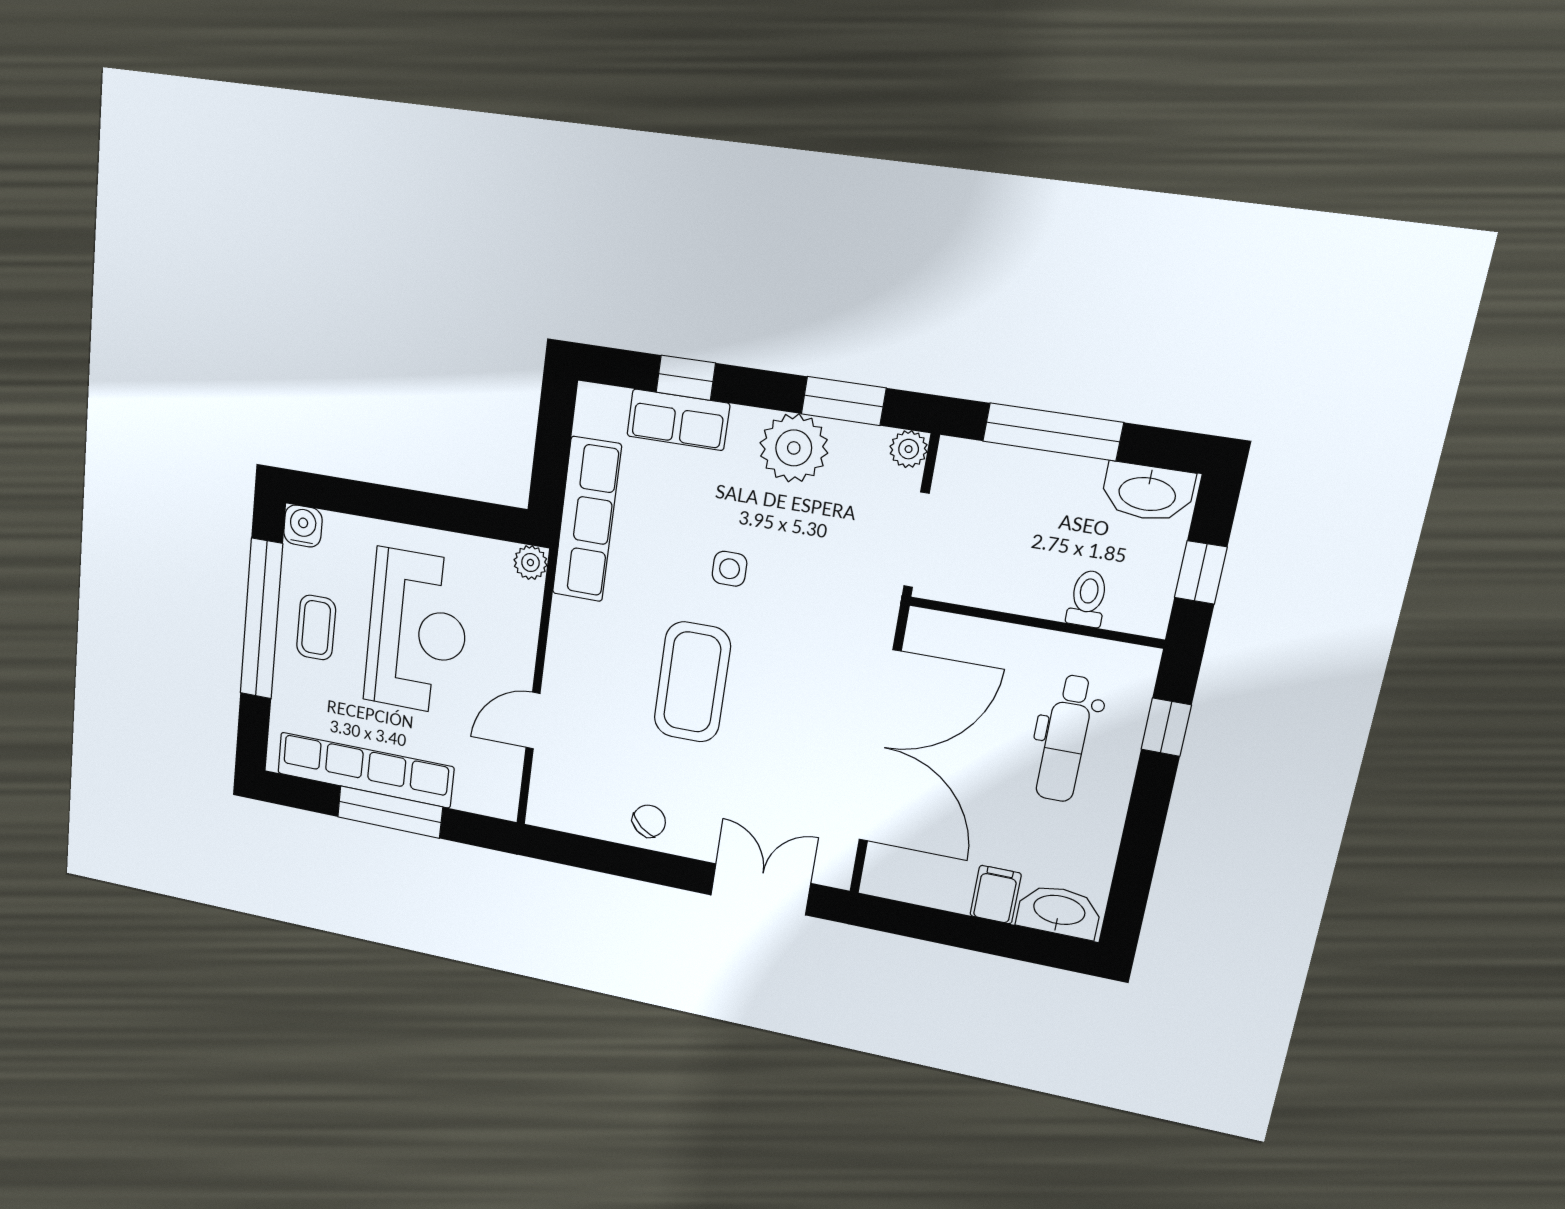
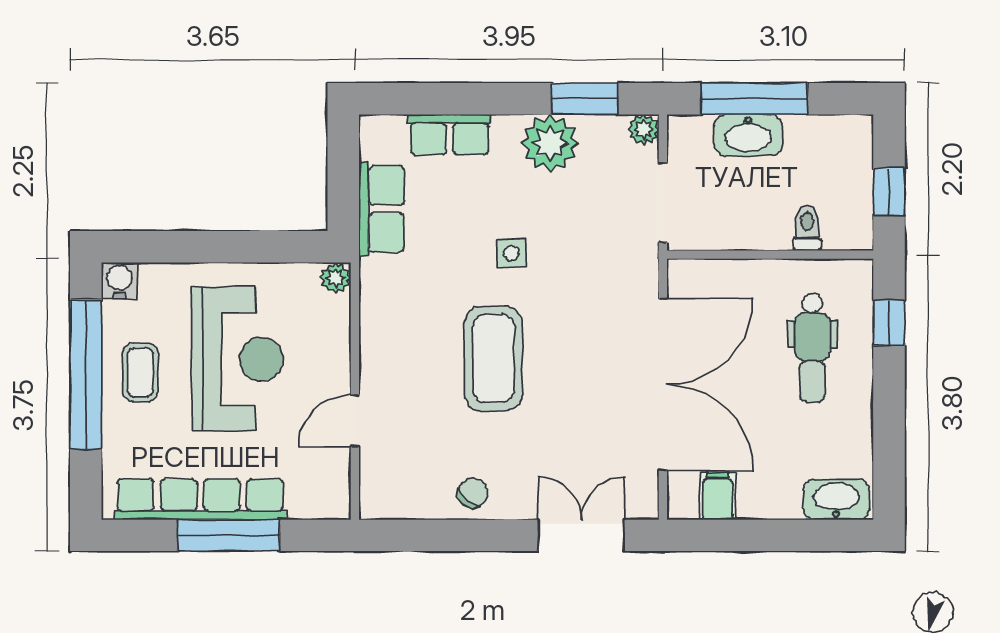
window: (686, 378) -> (451, 99), removed
washbasin: (1147, 492) -> (748, 135), moved
row of seats: (587, 519) -> (381, 209), width x0.68
filing cabinet: (996, 895) -> (718, 496), moved

